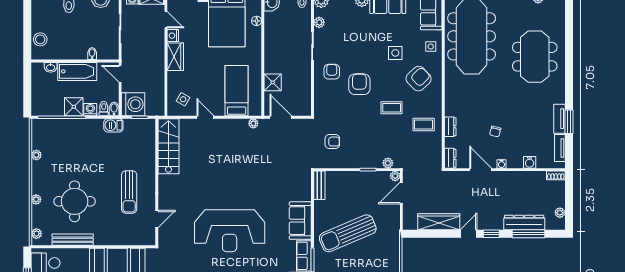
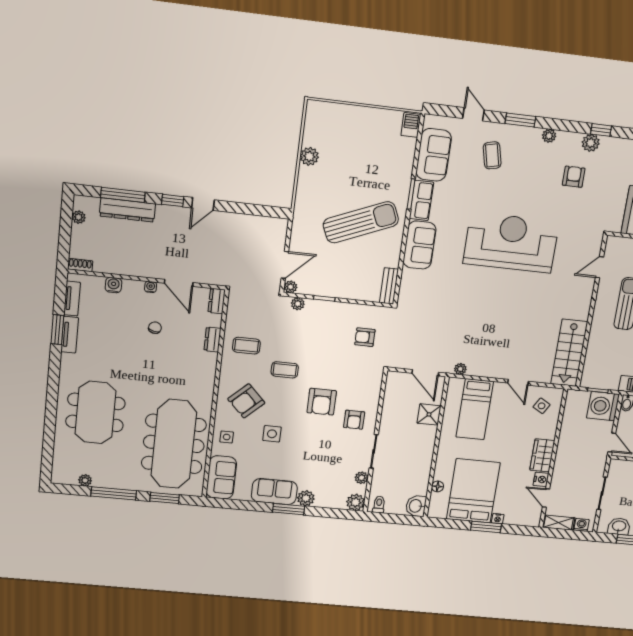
wardrobe: (439, 222) -> (240, 224), removed

